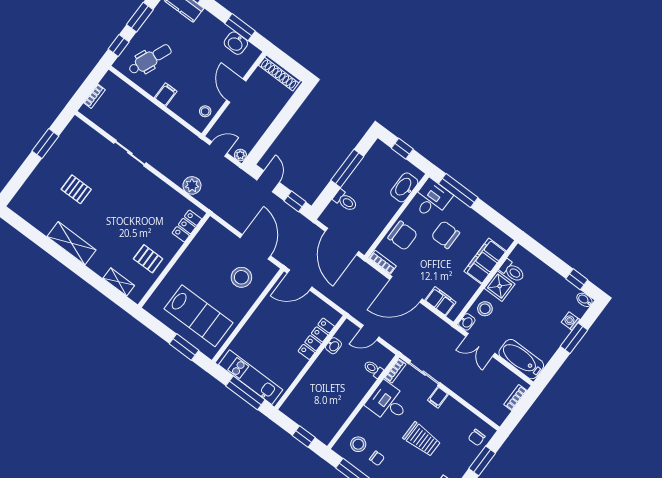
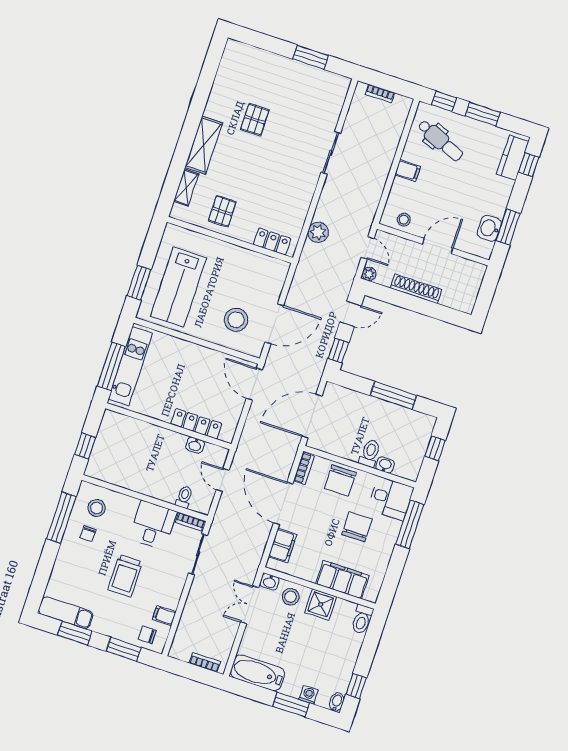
shoe rack: (280, 73) -> (416, 289), moved, turned 90
washbasin: (404, 187) -> (385, 465), width x0.52, depth x0.69
pallet: (76, 189) -> (255, 120), moved
toilet: (345, 201) -> (370, 453), moved, turned 180
shelving: (72, 243) -> (204, 145), moved
toilet: (512, 271) -> (362, 619), moved
bathtub: (521, 359) -> (258, 673), moved, turned -90
filing cabinet: (438, 397) -> (164, 616), moved

